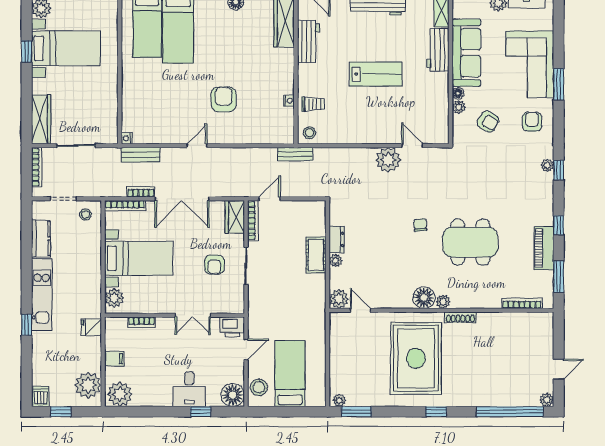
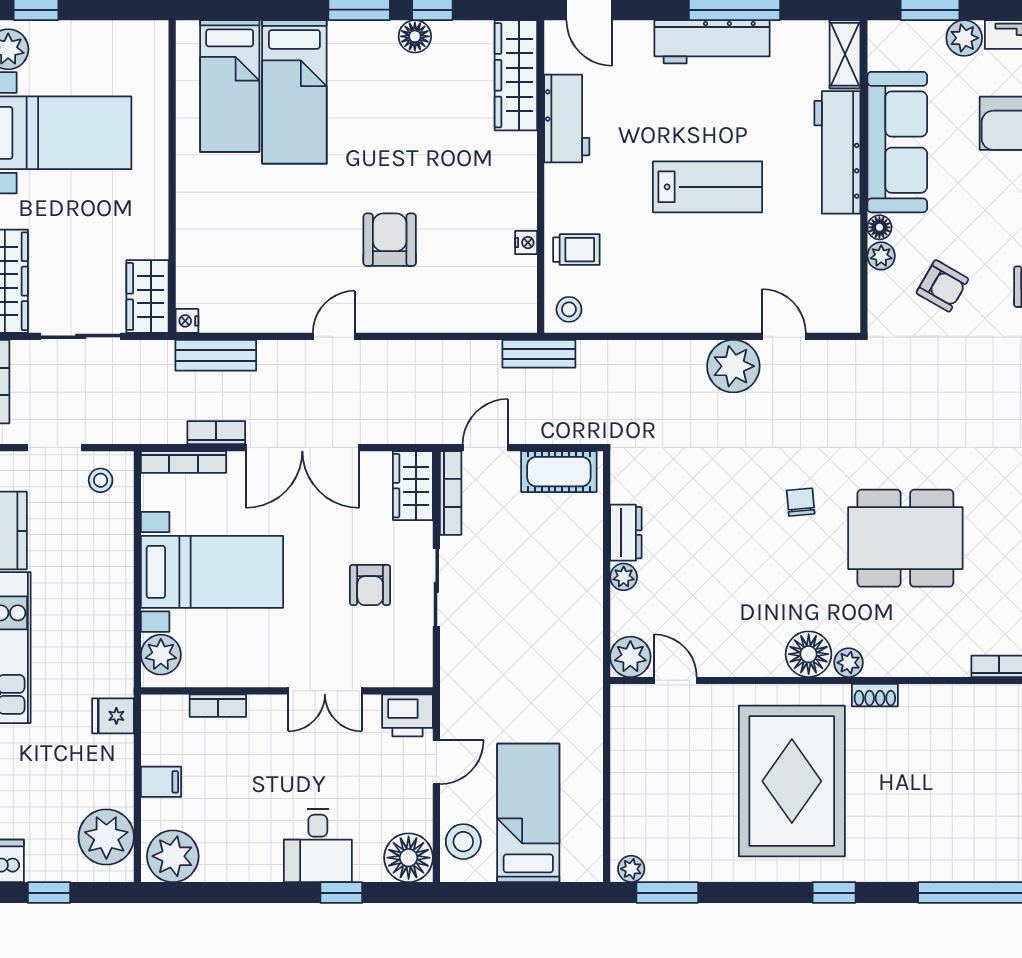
workbench: (438, 50) -> (837, 152), width x1.38
wardrobe: (108, 127) -> (148, 296), added
cot: (316, 255) -> (559, 472), moved, turned 90
shoe rack: (460, 317) -> (875, 695), width x0.70

